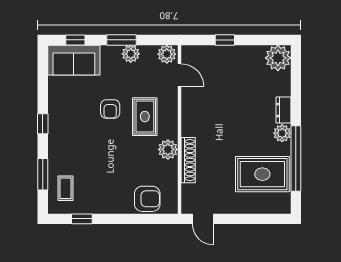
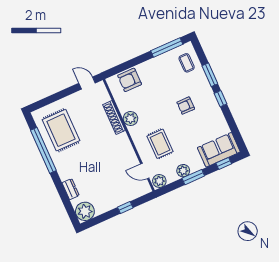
armchair: (110, 109) -> (186, 106), moved, turned -90
dresser: (284, 110) -> (71, 189), moved
rug: (145, 117) -> (160, 144), moved
plant: (282, 133) -> (60, 163), removed
window: (43, 174) -> (210, 75), moved
rug: (262, 174) -> (61, 130), turned 90
window: (82, 219) -> (167, 47), width x2.17

